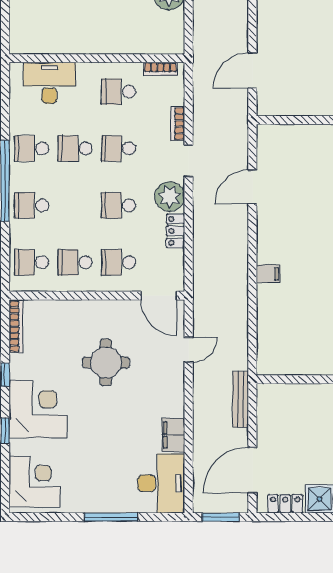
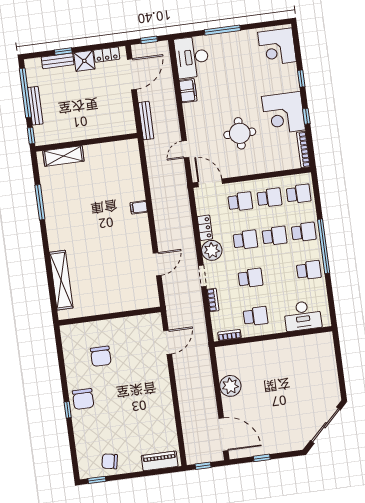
school desk: (75, 148) -> (274, 236), moved
corner desk: (38, 409) -> (283, 113), moved
window: (221, 517) -> (149, 40), width x0.67

